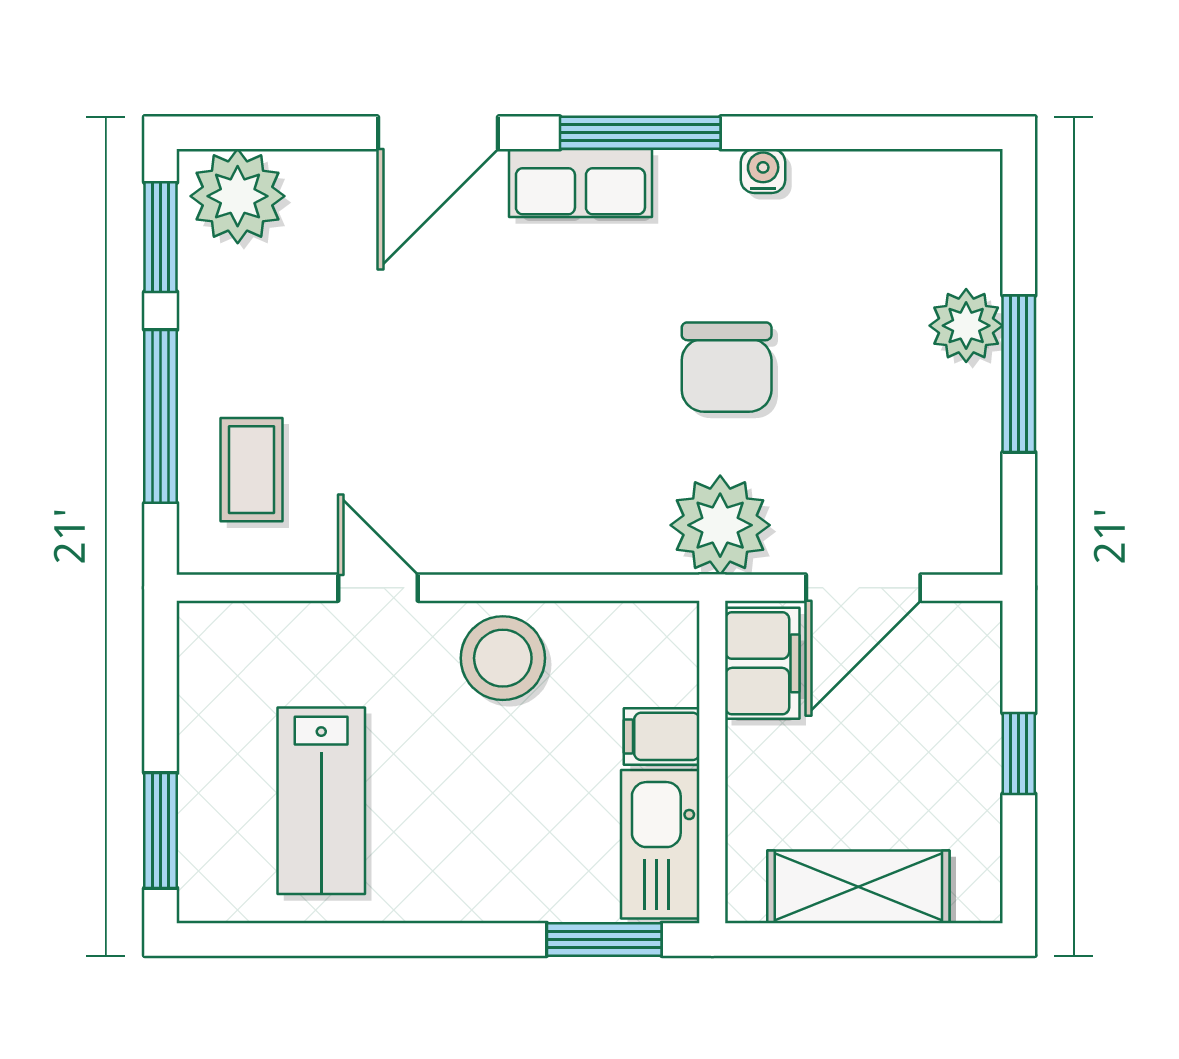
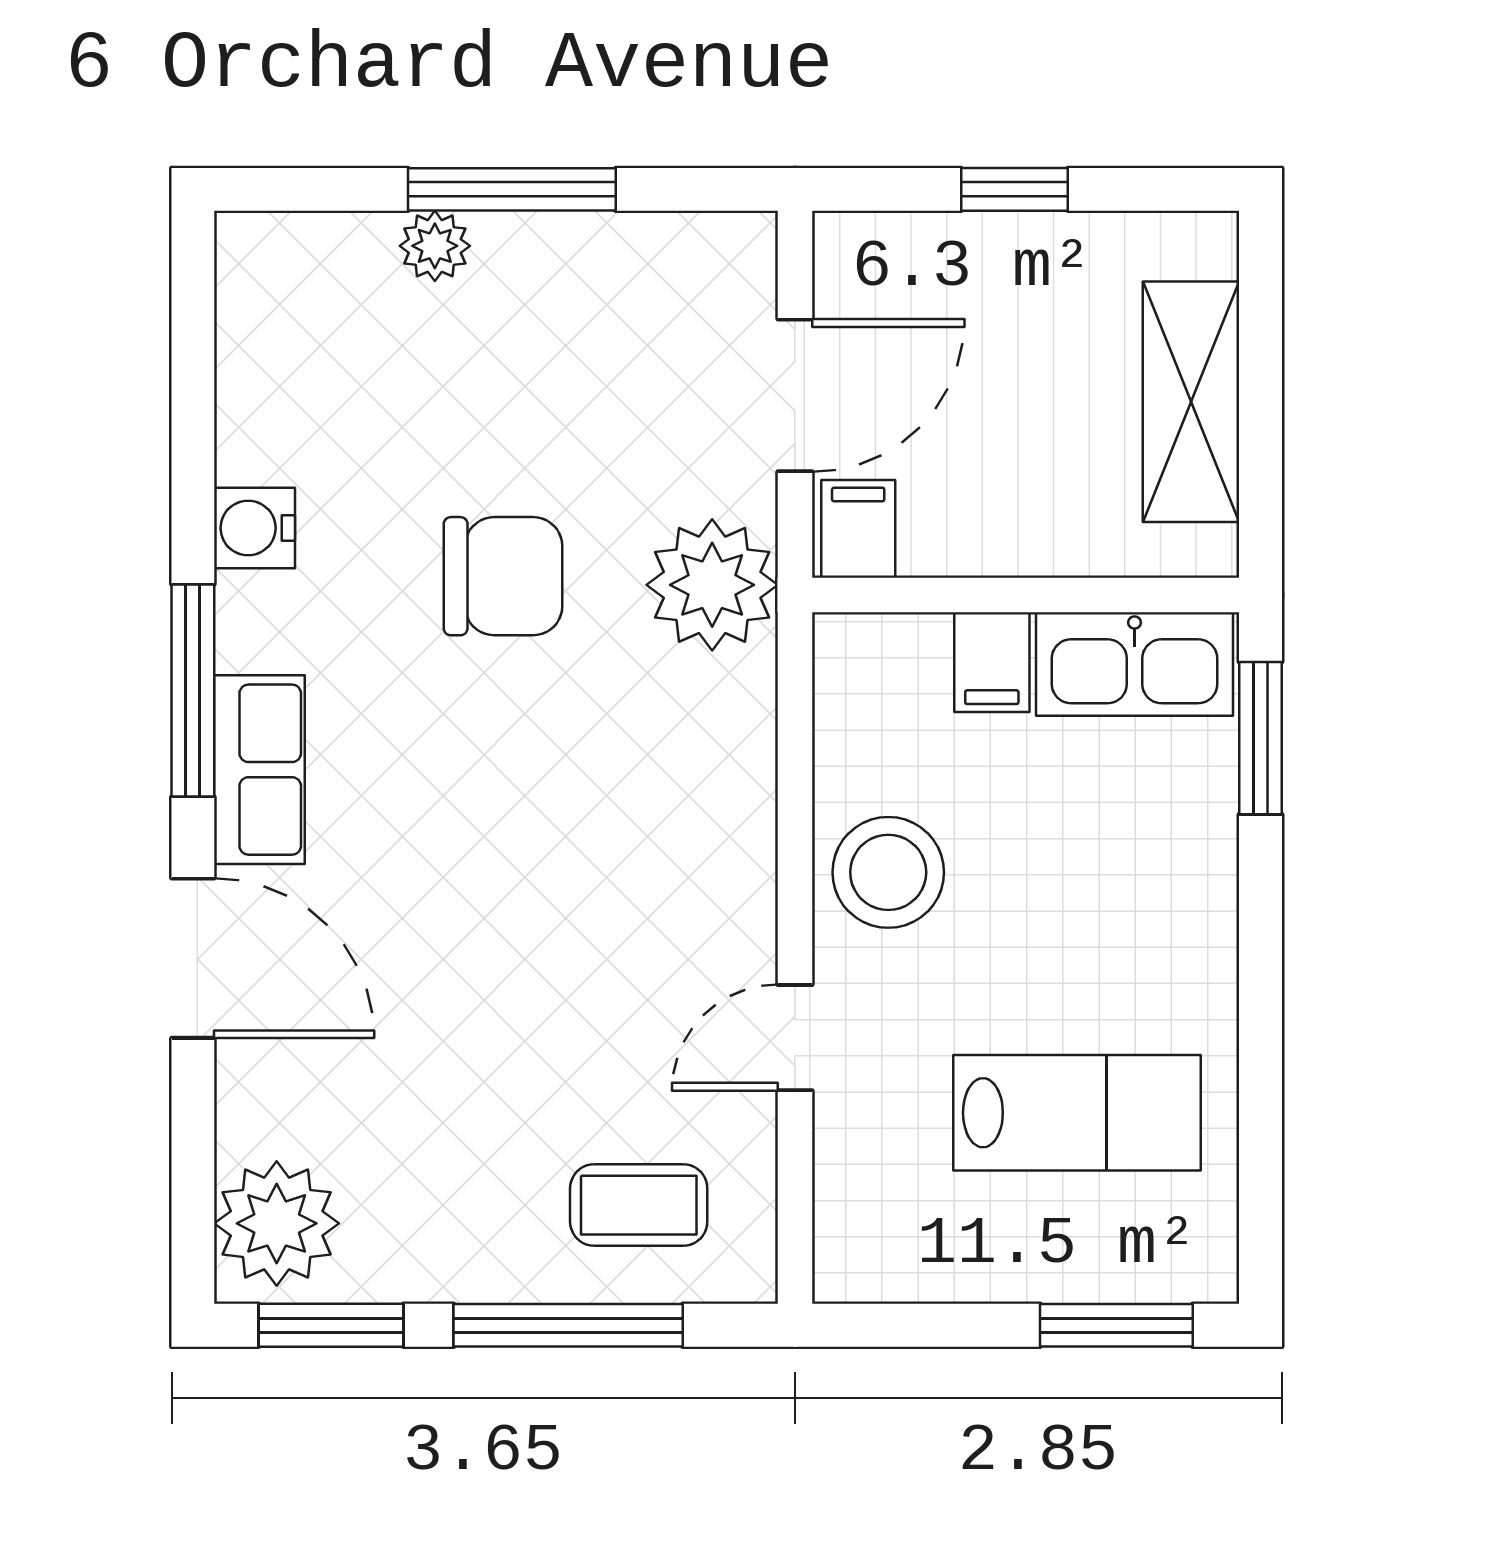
water cooler: (763, 171) -> (255, 528), width x1.38, depth x1.38
plant: (966, 326) -> (435, 246), width x0.73, depth x0.73
door: (863, 588) -> (795, 395), hinge flipped
filing cabinet: (762, 663) -> (858, 529), width x0.50

